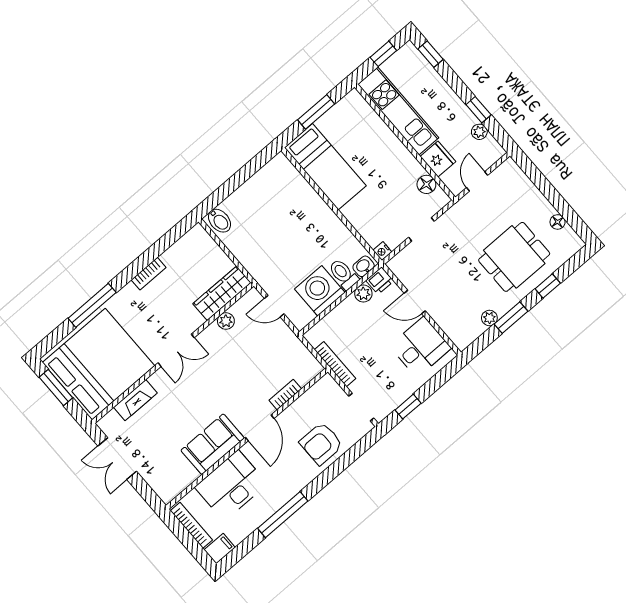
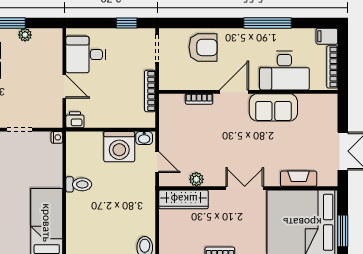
washbasin: (364, 266) -> (144, 138), moved
toilet: (343, 274) -> (79, 184), moved, turned -90
plant: (363, 294) -> (93, 121), removed

